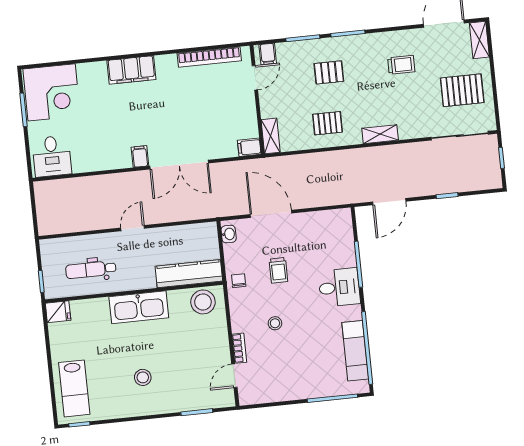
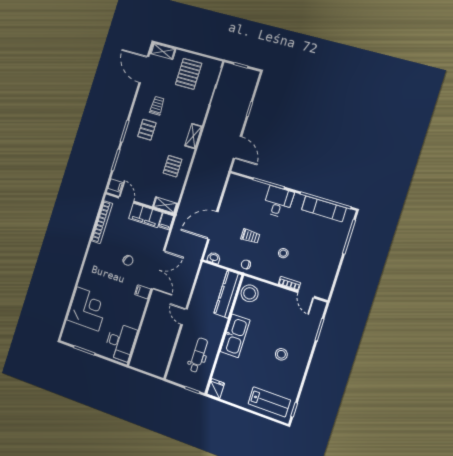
filing cabinet: (131, 70) -> (145, 215), moved, turned 90
pallet: (329, 72) -> (147, 130), moved
corner desk: (52, 92) -> (88, 309), moved
chair: (173, 117) -> (128, 260), added
desk: (52, 156) -> (120, 342), width x1.37
dental chair: (91, 270) -> (198, 355), turned 180

